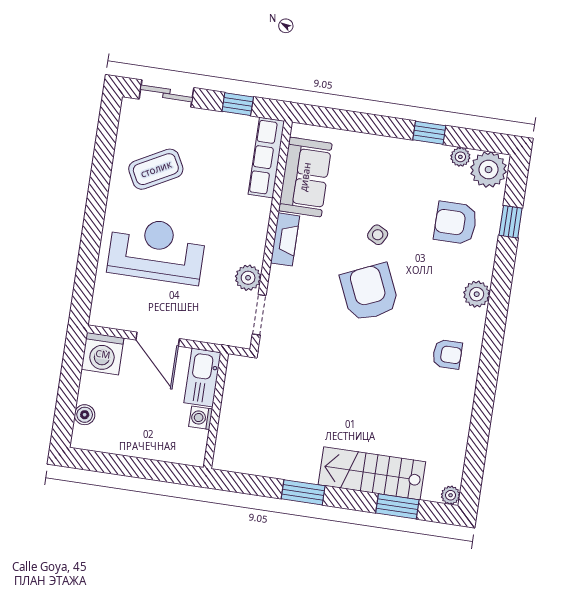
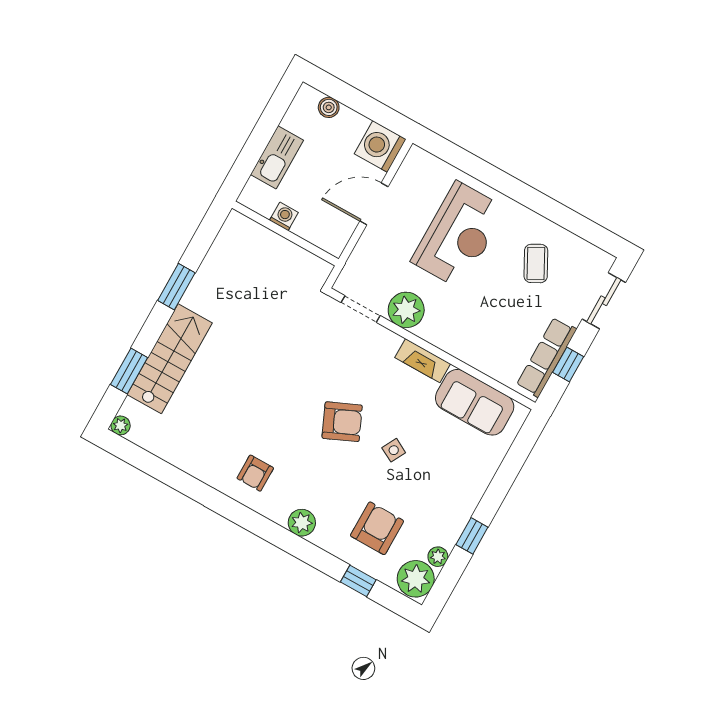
row of seats: (266, 158) -> (546, 357), moved, turned -90
coffee table: (156, 169) -> (536, 263), width x0.73, depth x0.77
plant: (248, 278) -> (406, 310), width x1.36, depth x1.36
armchair: (370, 292) -> (342, 422), width x0.73, depth x0.73
kitchen sink: (203, 378) -> (277, 157), moved, turned 90

